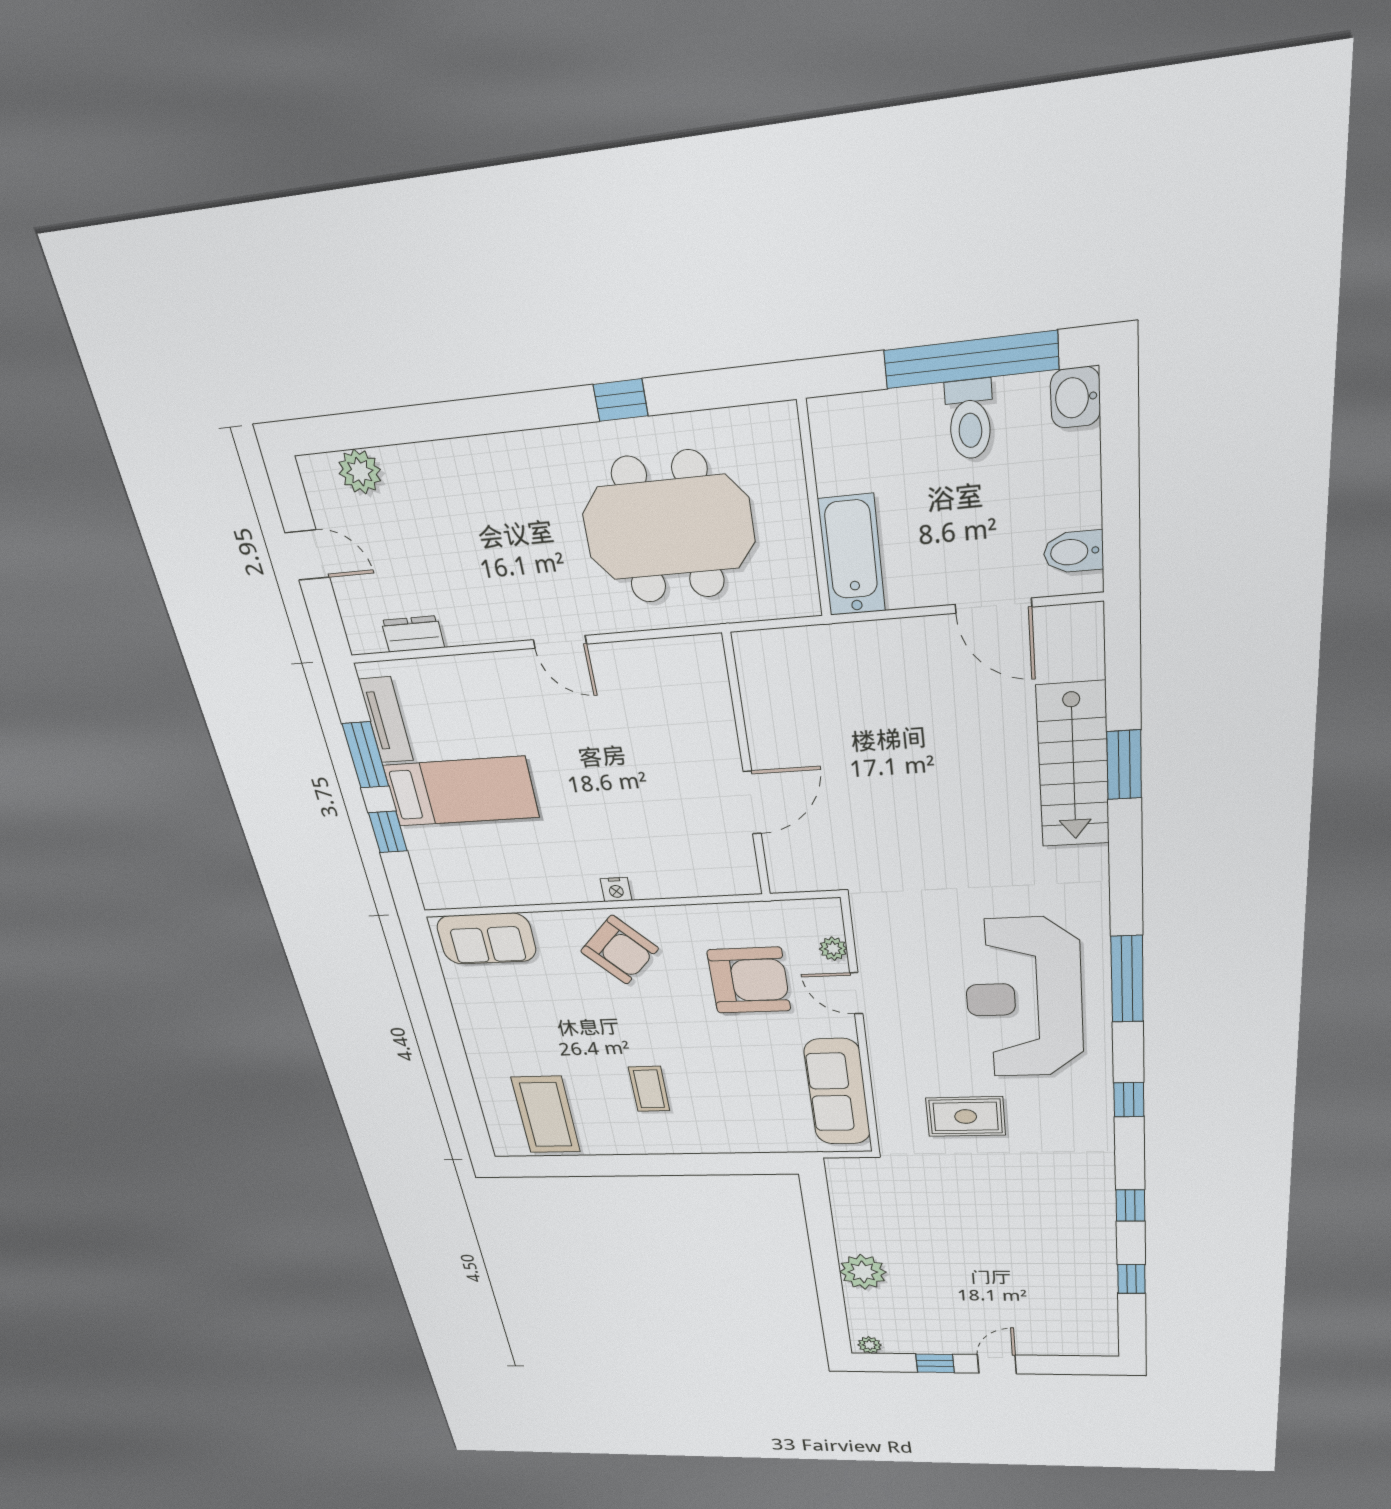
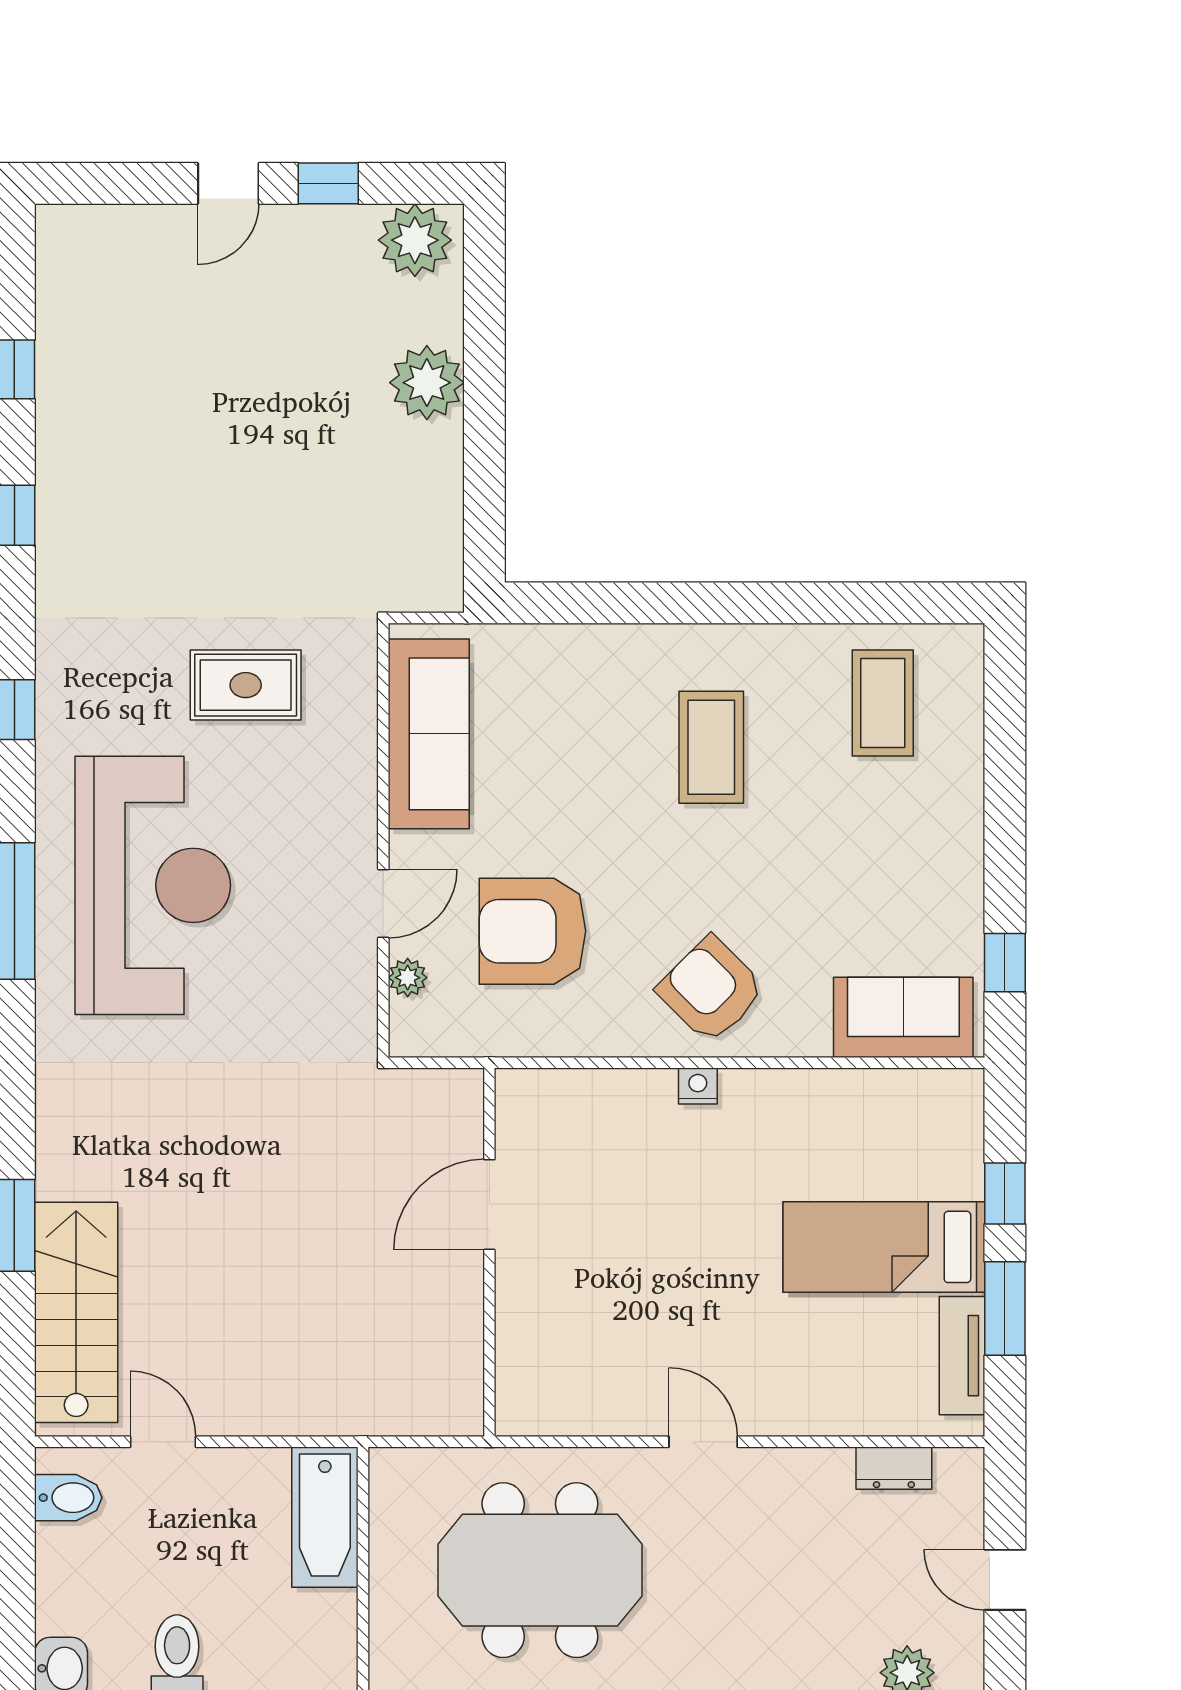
door: (993, 606) -> (163, 1442), width x0.73
stairs: (1073, 766) -> (76, 1312), moved
window: (429, 974) -> (1005, 963), added
door: (856, 993) -> (383, 903), hinge flipped
coffee table: (649, 1089) -> (711, 747), width x1.36, depth x1.30
coffee table: (546, 1115) -> (883, 703), width x0.73, depth x0.76
plant: (870, 1345) -> (415, 240), width x1.88, depth x1.88

